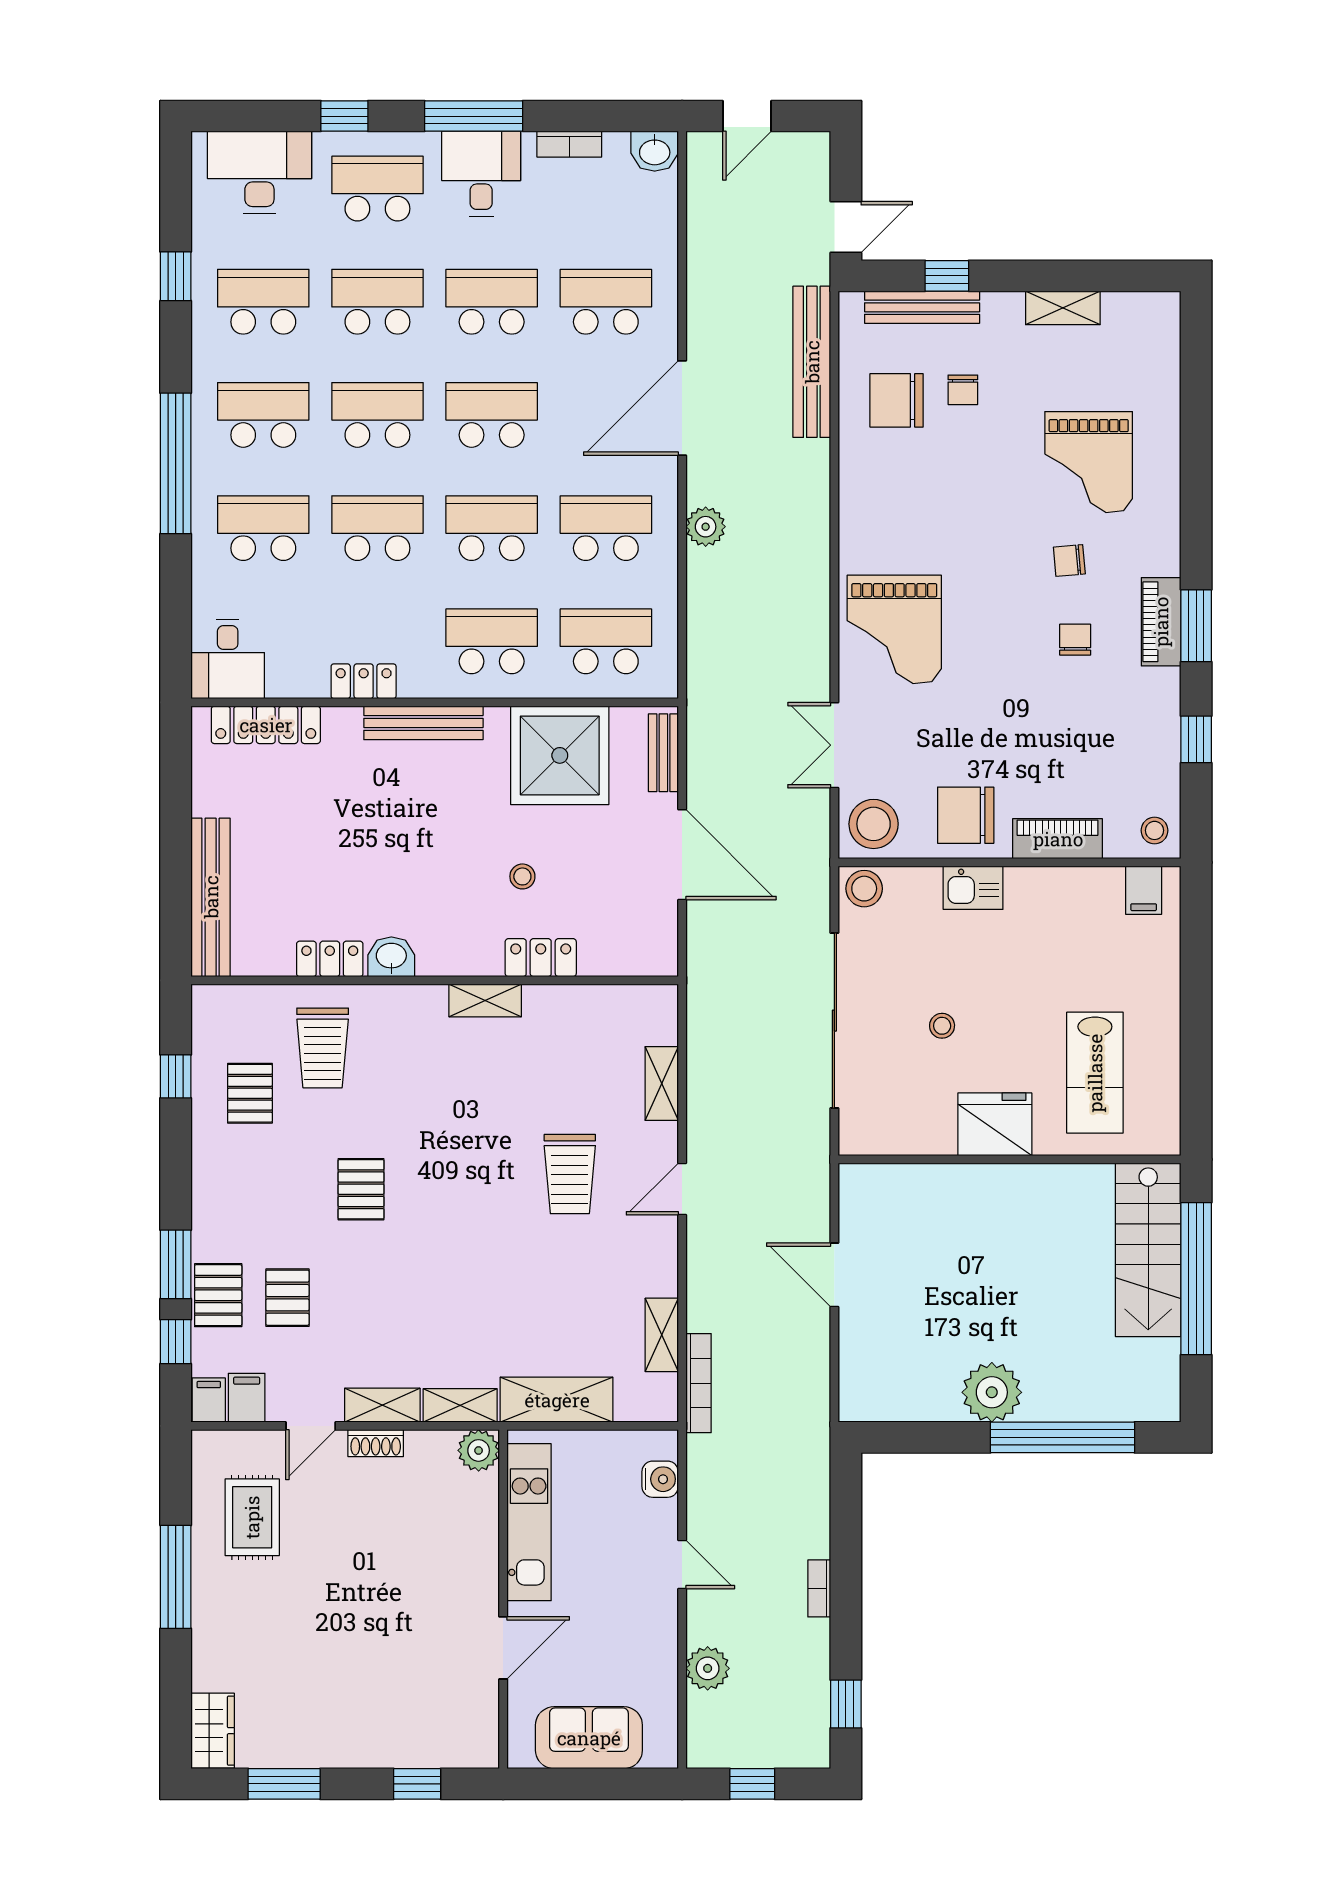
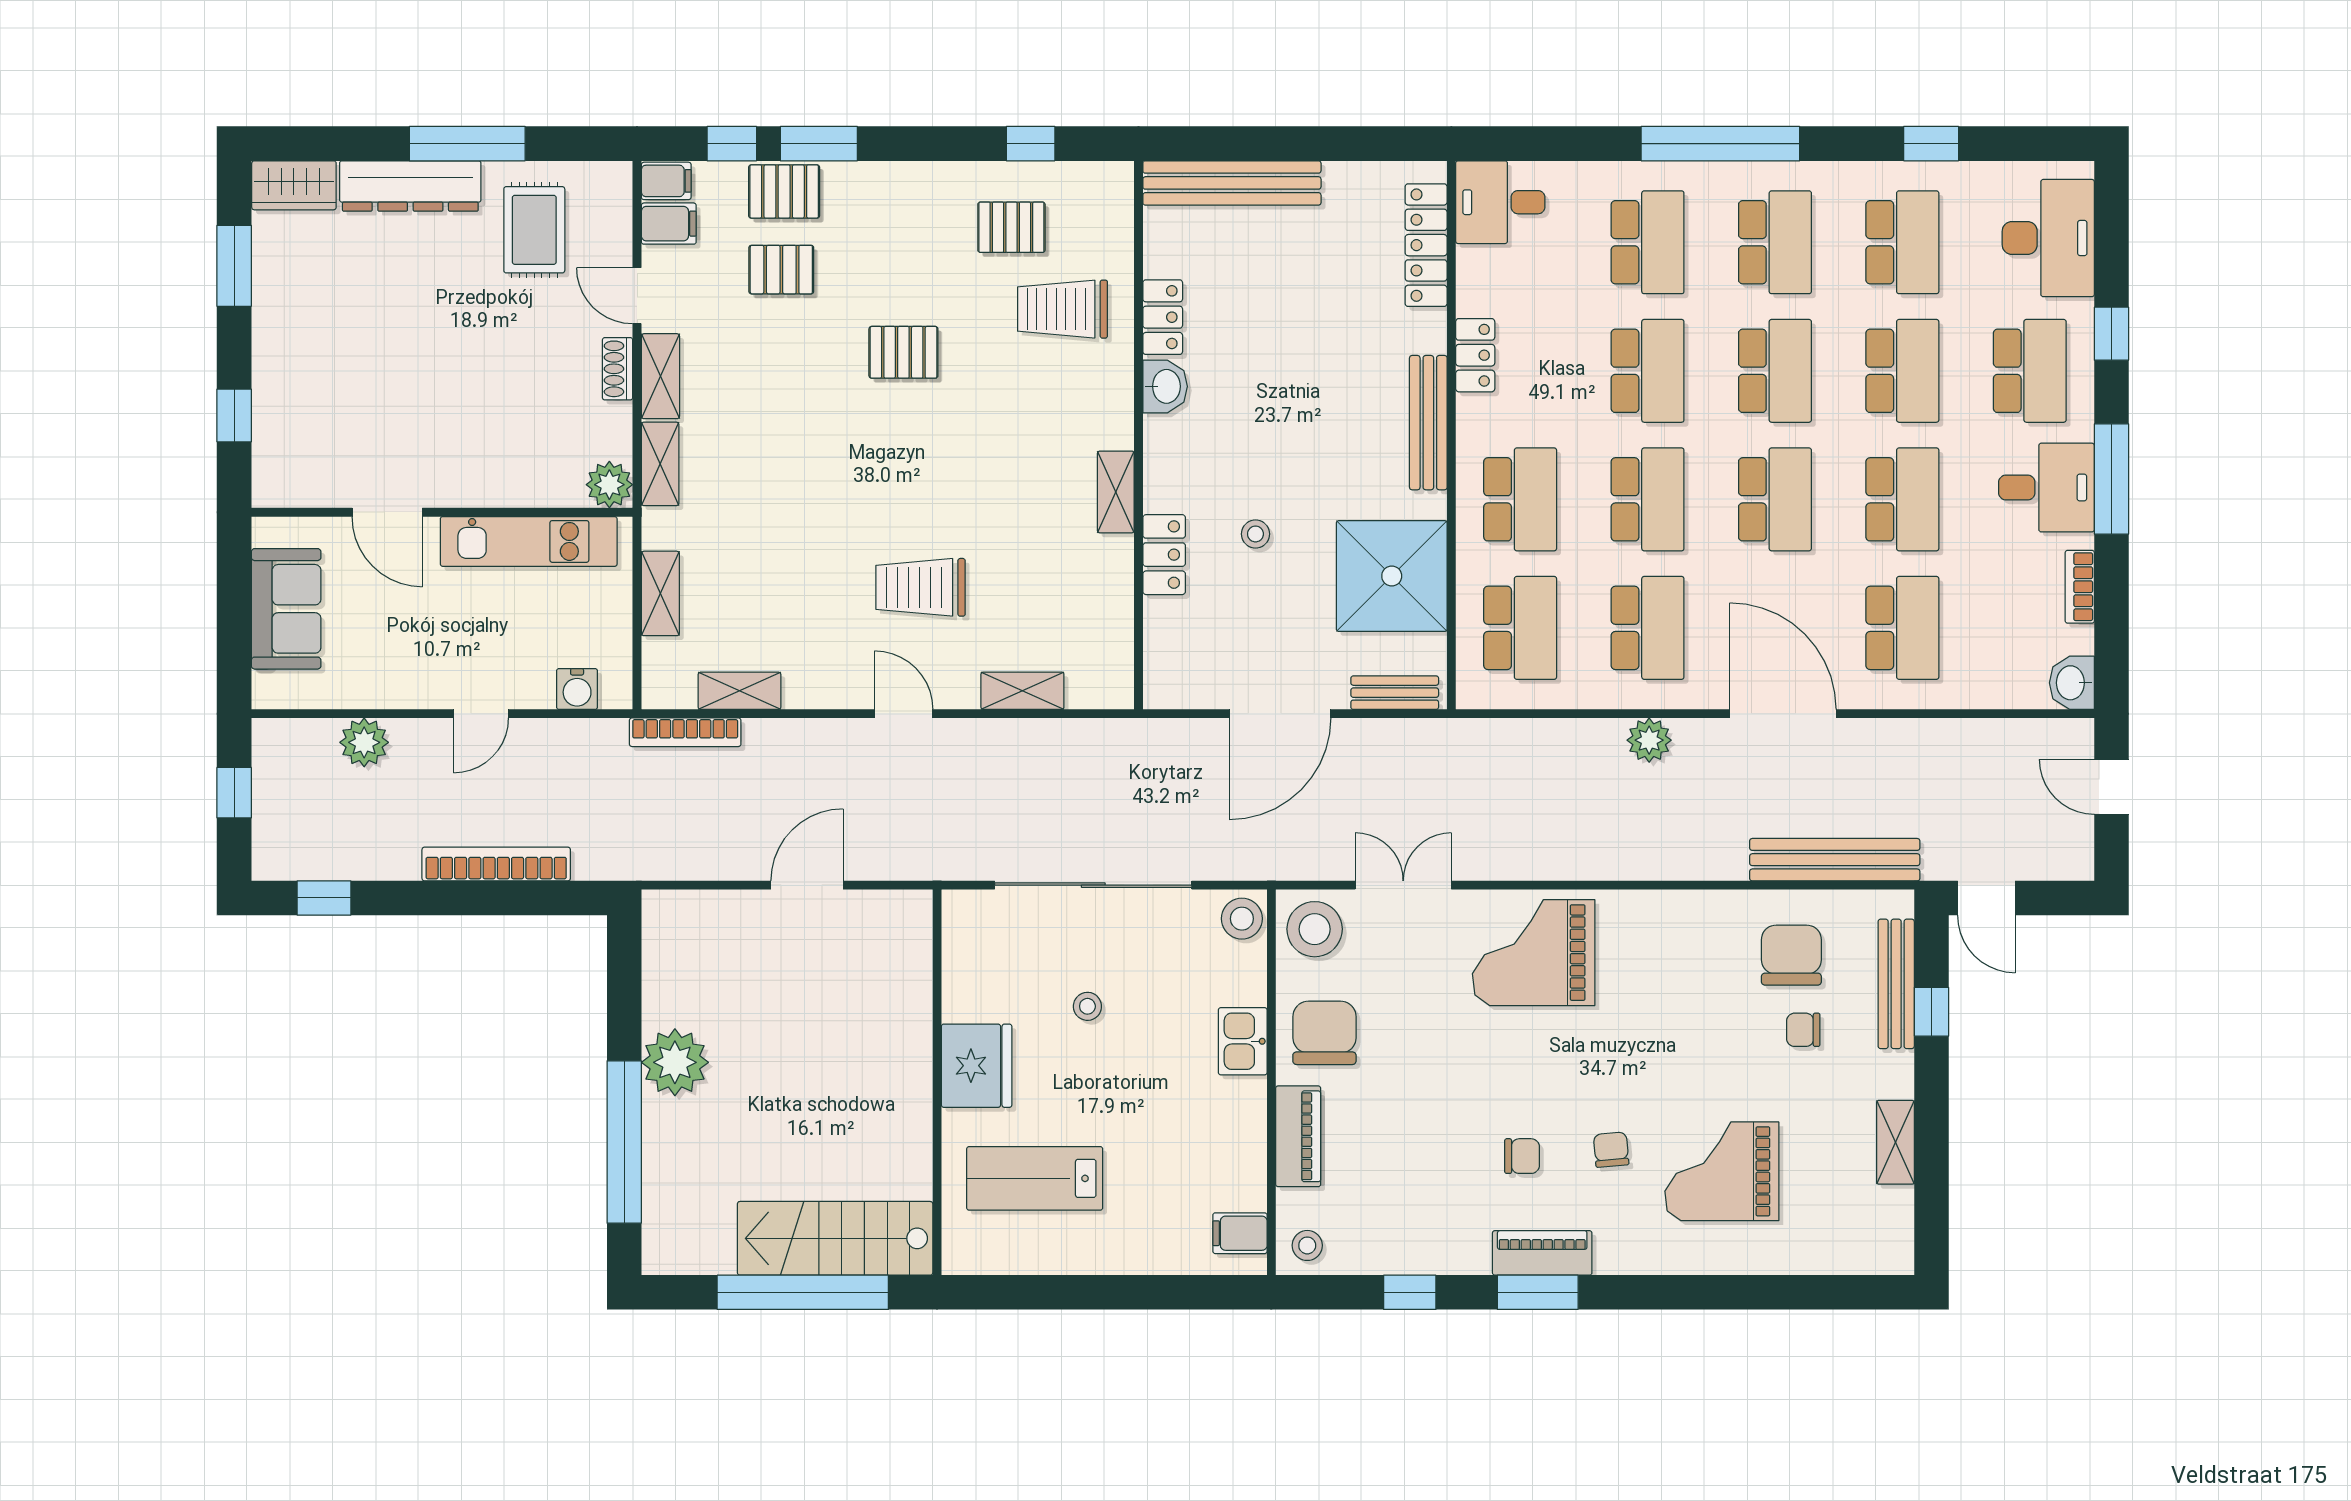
shelving: (557, 1400) -> (660, 593), width x0.67, depth x0.75
rug: (252, 1517) -> (534, 230), turned 90
bookcase: (819, 1588) -> (496, 864), width x2.31, depth x1.31
dresser: (213, 1627) -> (410, 186), added

